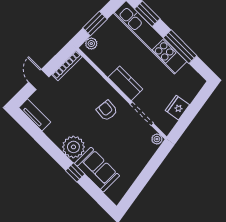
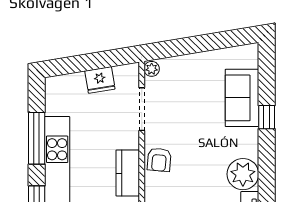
kitchen counter: (125, 83) -> (128, 173), moved
armchair: (107, 110) -> (159, 160), moved
plant: (73, 147) -> (243, 174), moved

